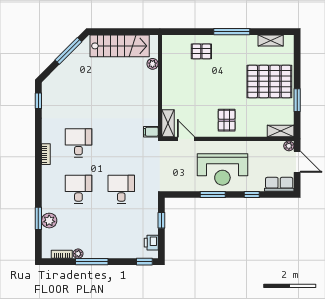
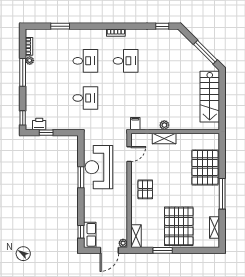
pallet: (201, 51) -> (205, 167), width x2.05, depth x2.00
plant: (153, 64) -> (164, 125), moved
pallet: (227, 120) -> (145, 189), turned 90
shelving: (168, 123) -> (164, 139), moved
reception desk: (222, 169) -> (99, 167), moved
window: (252, 194) -> (81, 232), moved
window: (161, 220) -> (46, 133), moved
plant: (49, 221) -> (58, 35), removed

